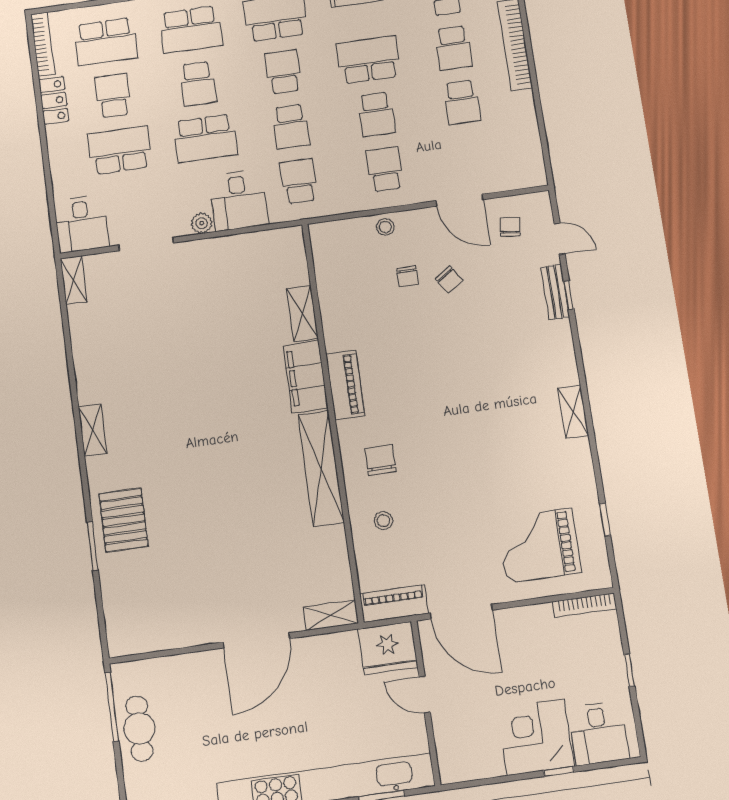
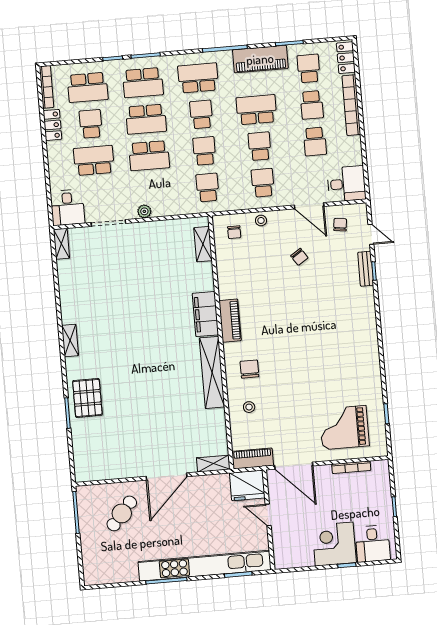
school desk: (198, 84) -> (146, 119), width x1.85
school desk: (376, 114) -> (260, 146), turned 180
school desk: (291, 126) -> (204, 151), turned 180
desk: (238, 200) -> (346, 184), moved, turned -90
chair: (407, 276) -> (234, 232), moved
shelving: (302, 314) -> (203, 244), moved
shelving: (573, 412) -> (372, 345), removed
bookcase: (585, 605) -> (351, 467), moved
cafe table: (139, 729) -> (122, 513), moved, turned 41

